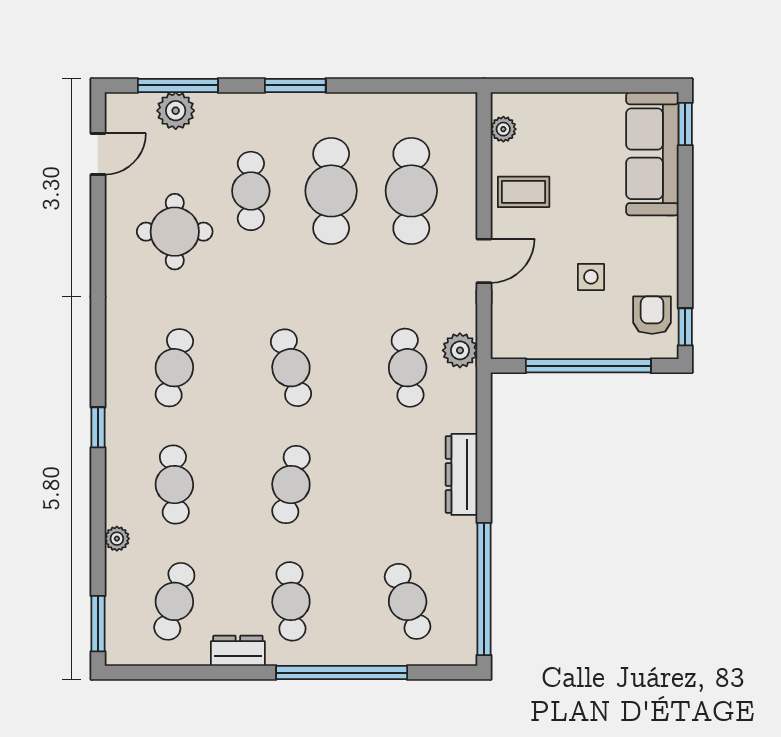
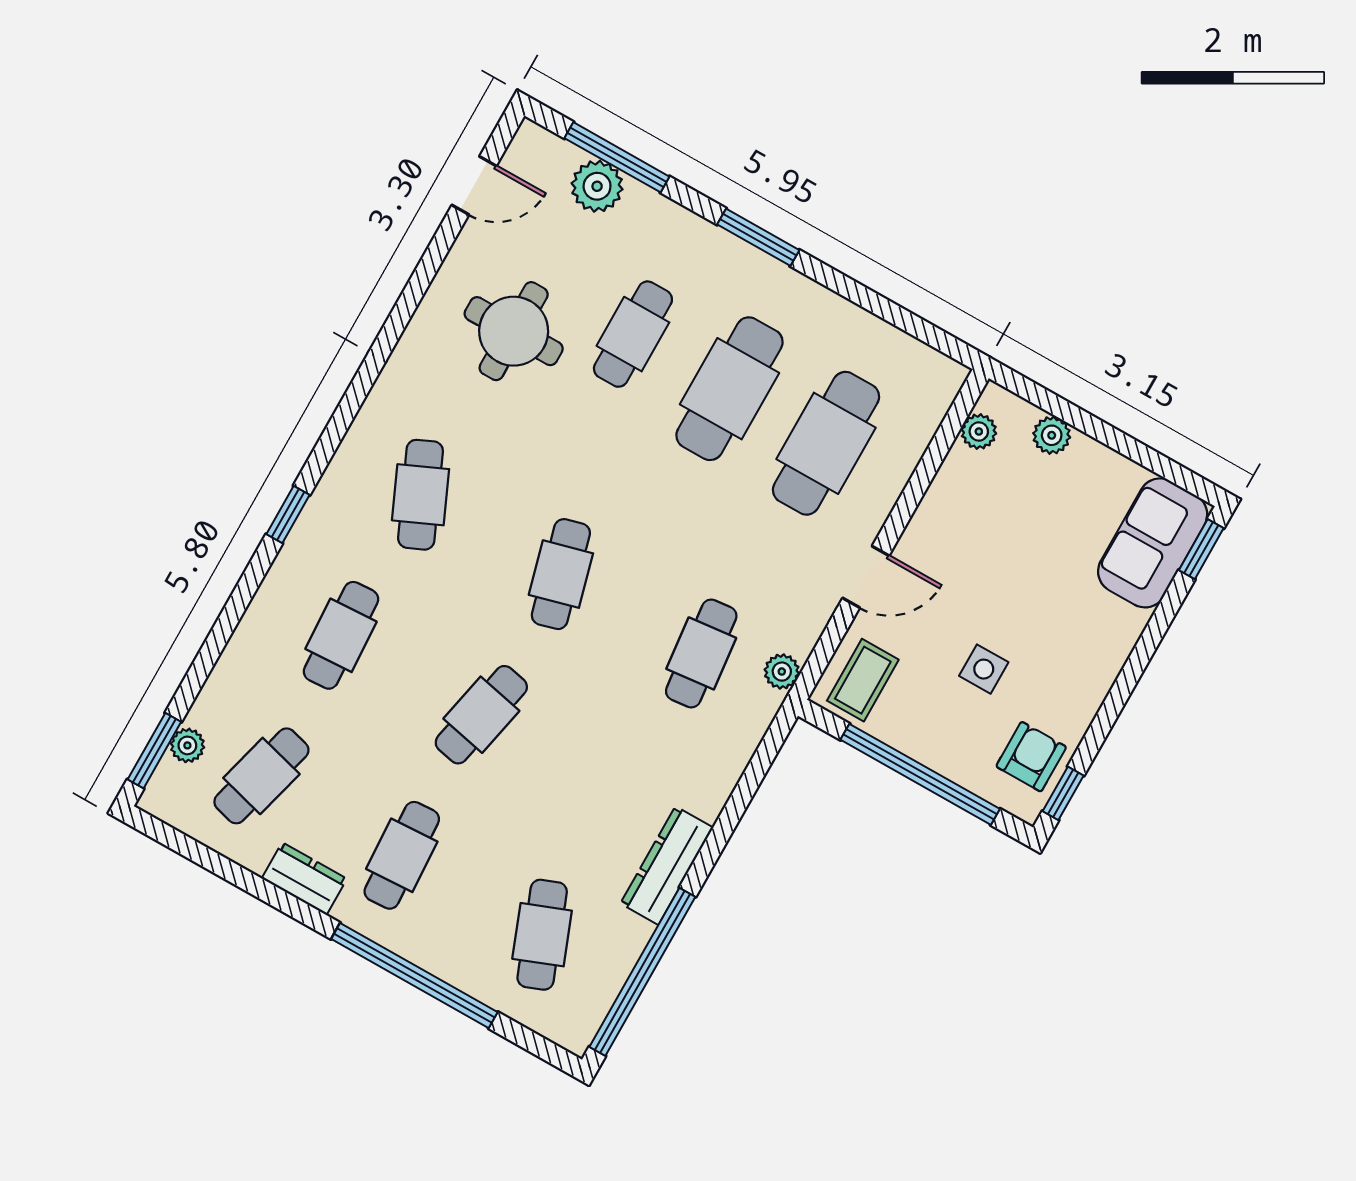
plant: (550, 106) -> (1052, 435), added
sofa: (652, 154) -> (1153, 543), width x0.73
coffee table: (524, 192) -> (863, 680), moved, turned 90
plant: (460, 350) -> (782, 672), width x0.73, depth x0.73
cafe table: (174, 368) -> (421, 495), turned -36
dresser: (461, 474) -> (667, 866), moved
plant: (117, 539) -> (187, 745), moved

